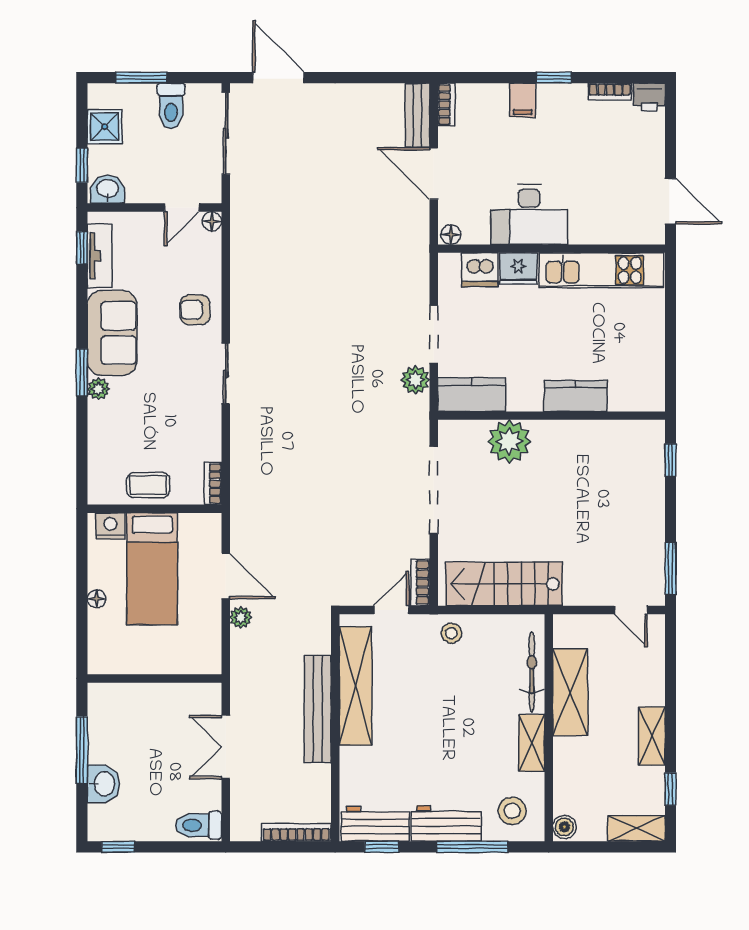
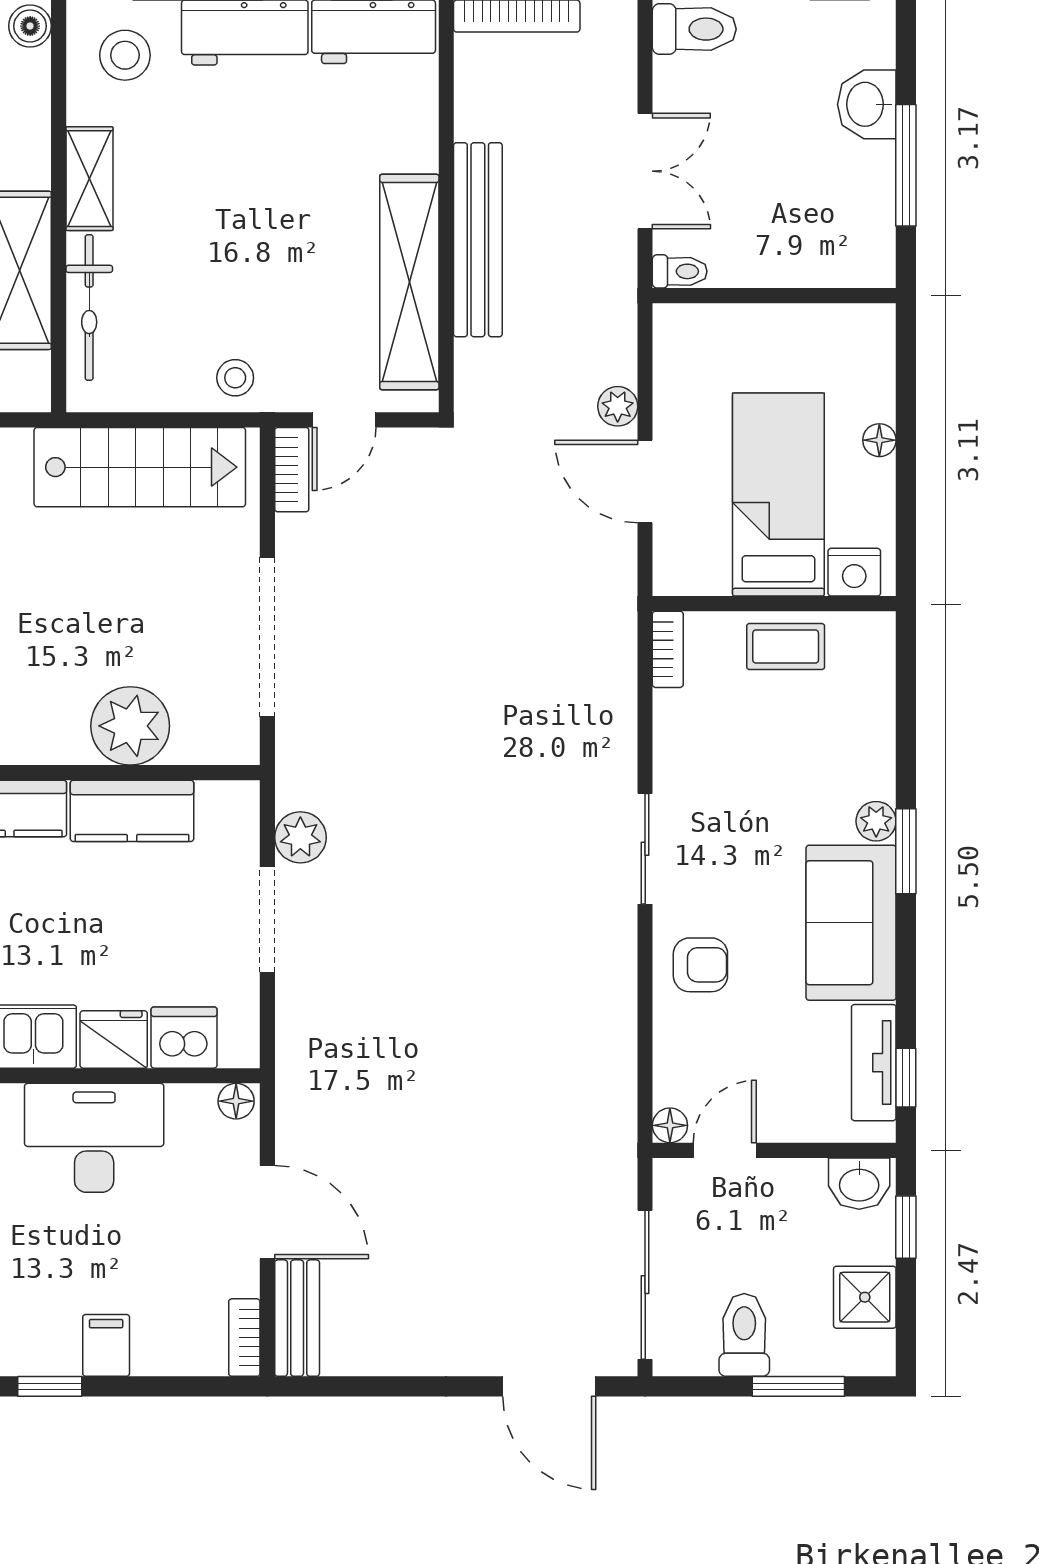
kitchen counter: (472, 395) -> (132, 811), moved
toilet: (207, 692) -> (680, 271), added

